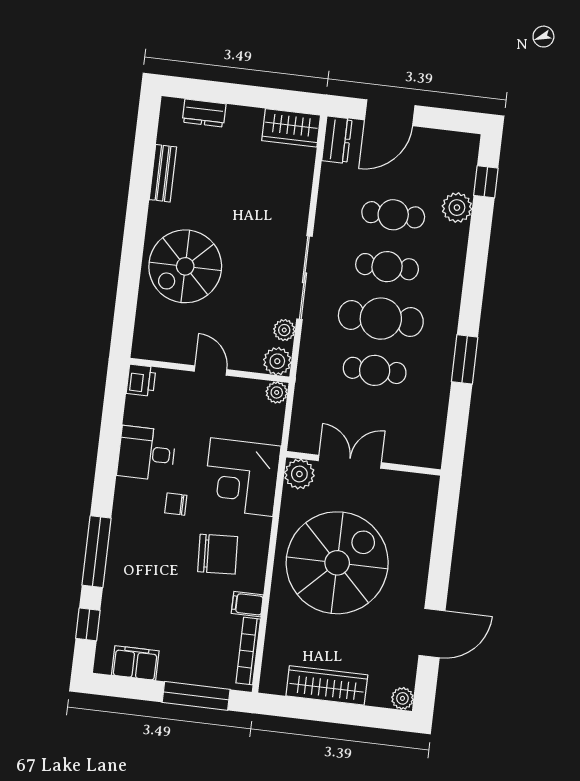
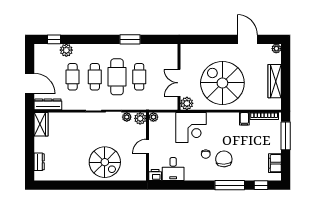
dresser: (337, 140) -> (48, 104), width x1.44
bench: (163, 173) -> (67, 176), removed
desk: (146, 453) -> (173, 169), moved
chair: (218, 554) -> (224, 159), moved

